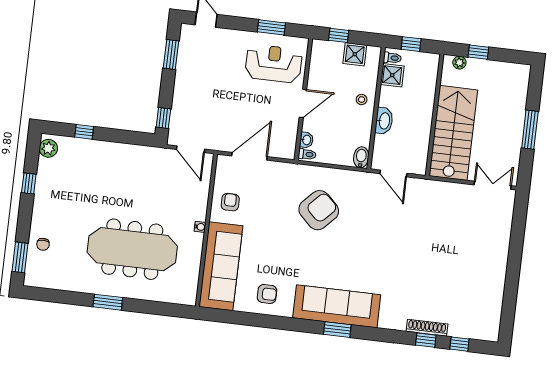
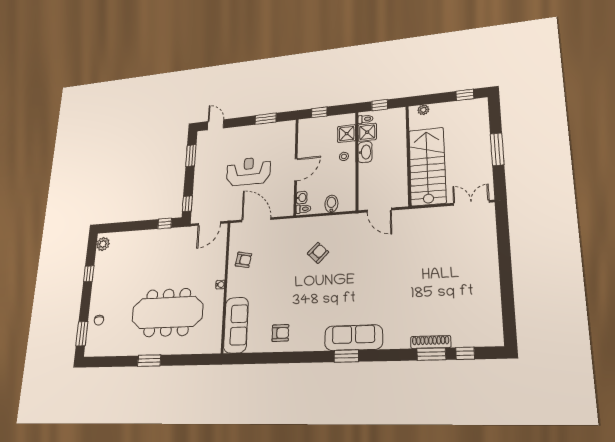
window: (478, 52) -> (465, 95), moved
shower: (355, 54) -> (347, 134), moved
reception desk: (274, 64) -> (248, 171), moved
washbasin: (384, 121) -> (365, 152), moved
window: (84, 132) -> (165, 223), moved
door: (191, 149) -> (209, 224), hinge flipped
door: (249, 156) -> (256, 220), hinge flipped
bidet: (361, 157) -> (331, 204), moved
armchair: (230, 202) -> (243, 260), turned 101
armchair: (319, 210) -> (318, 253), width x0.53, depth x0.53
sofa: (221, 266) -> (236, 325), width x0.74, depth x0.79
sofa: (337, 306) -> (353, 338), width x0.74, depth x0.79
window: (426, 340) -> (431, 354), width x1.50

